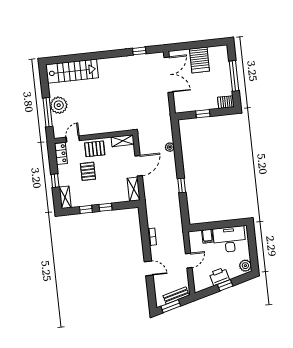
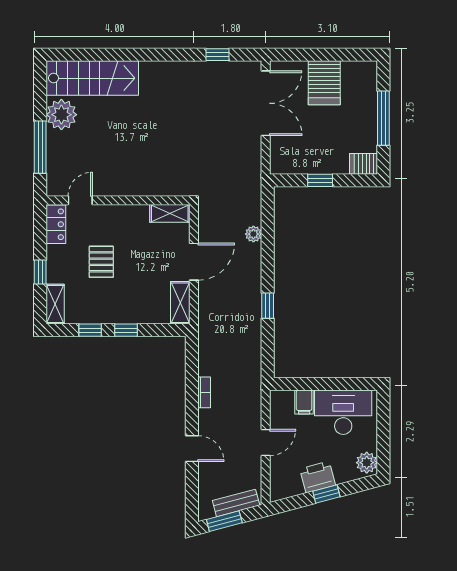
plant: (59, 105) -> (61, 115), moved
pallet: (95, 149) -> (118, 223), removed

